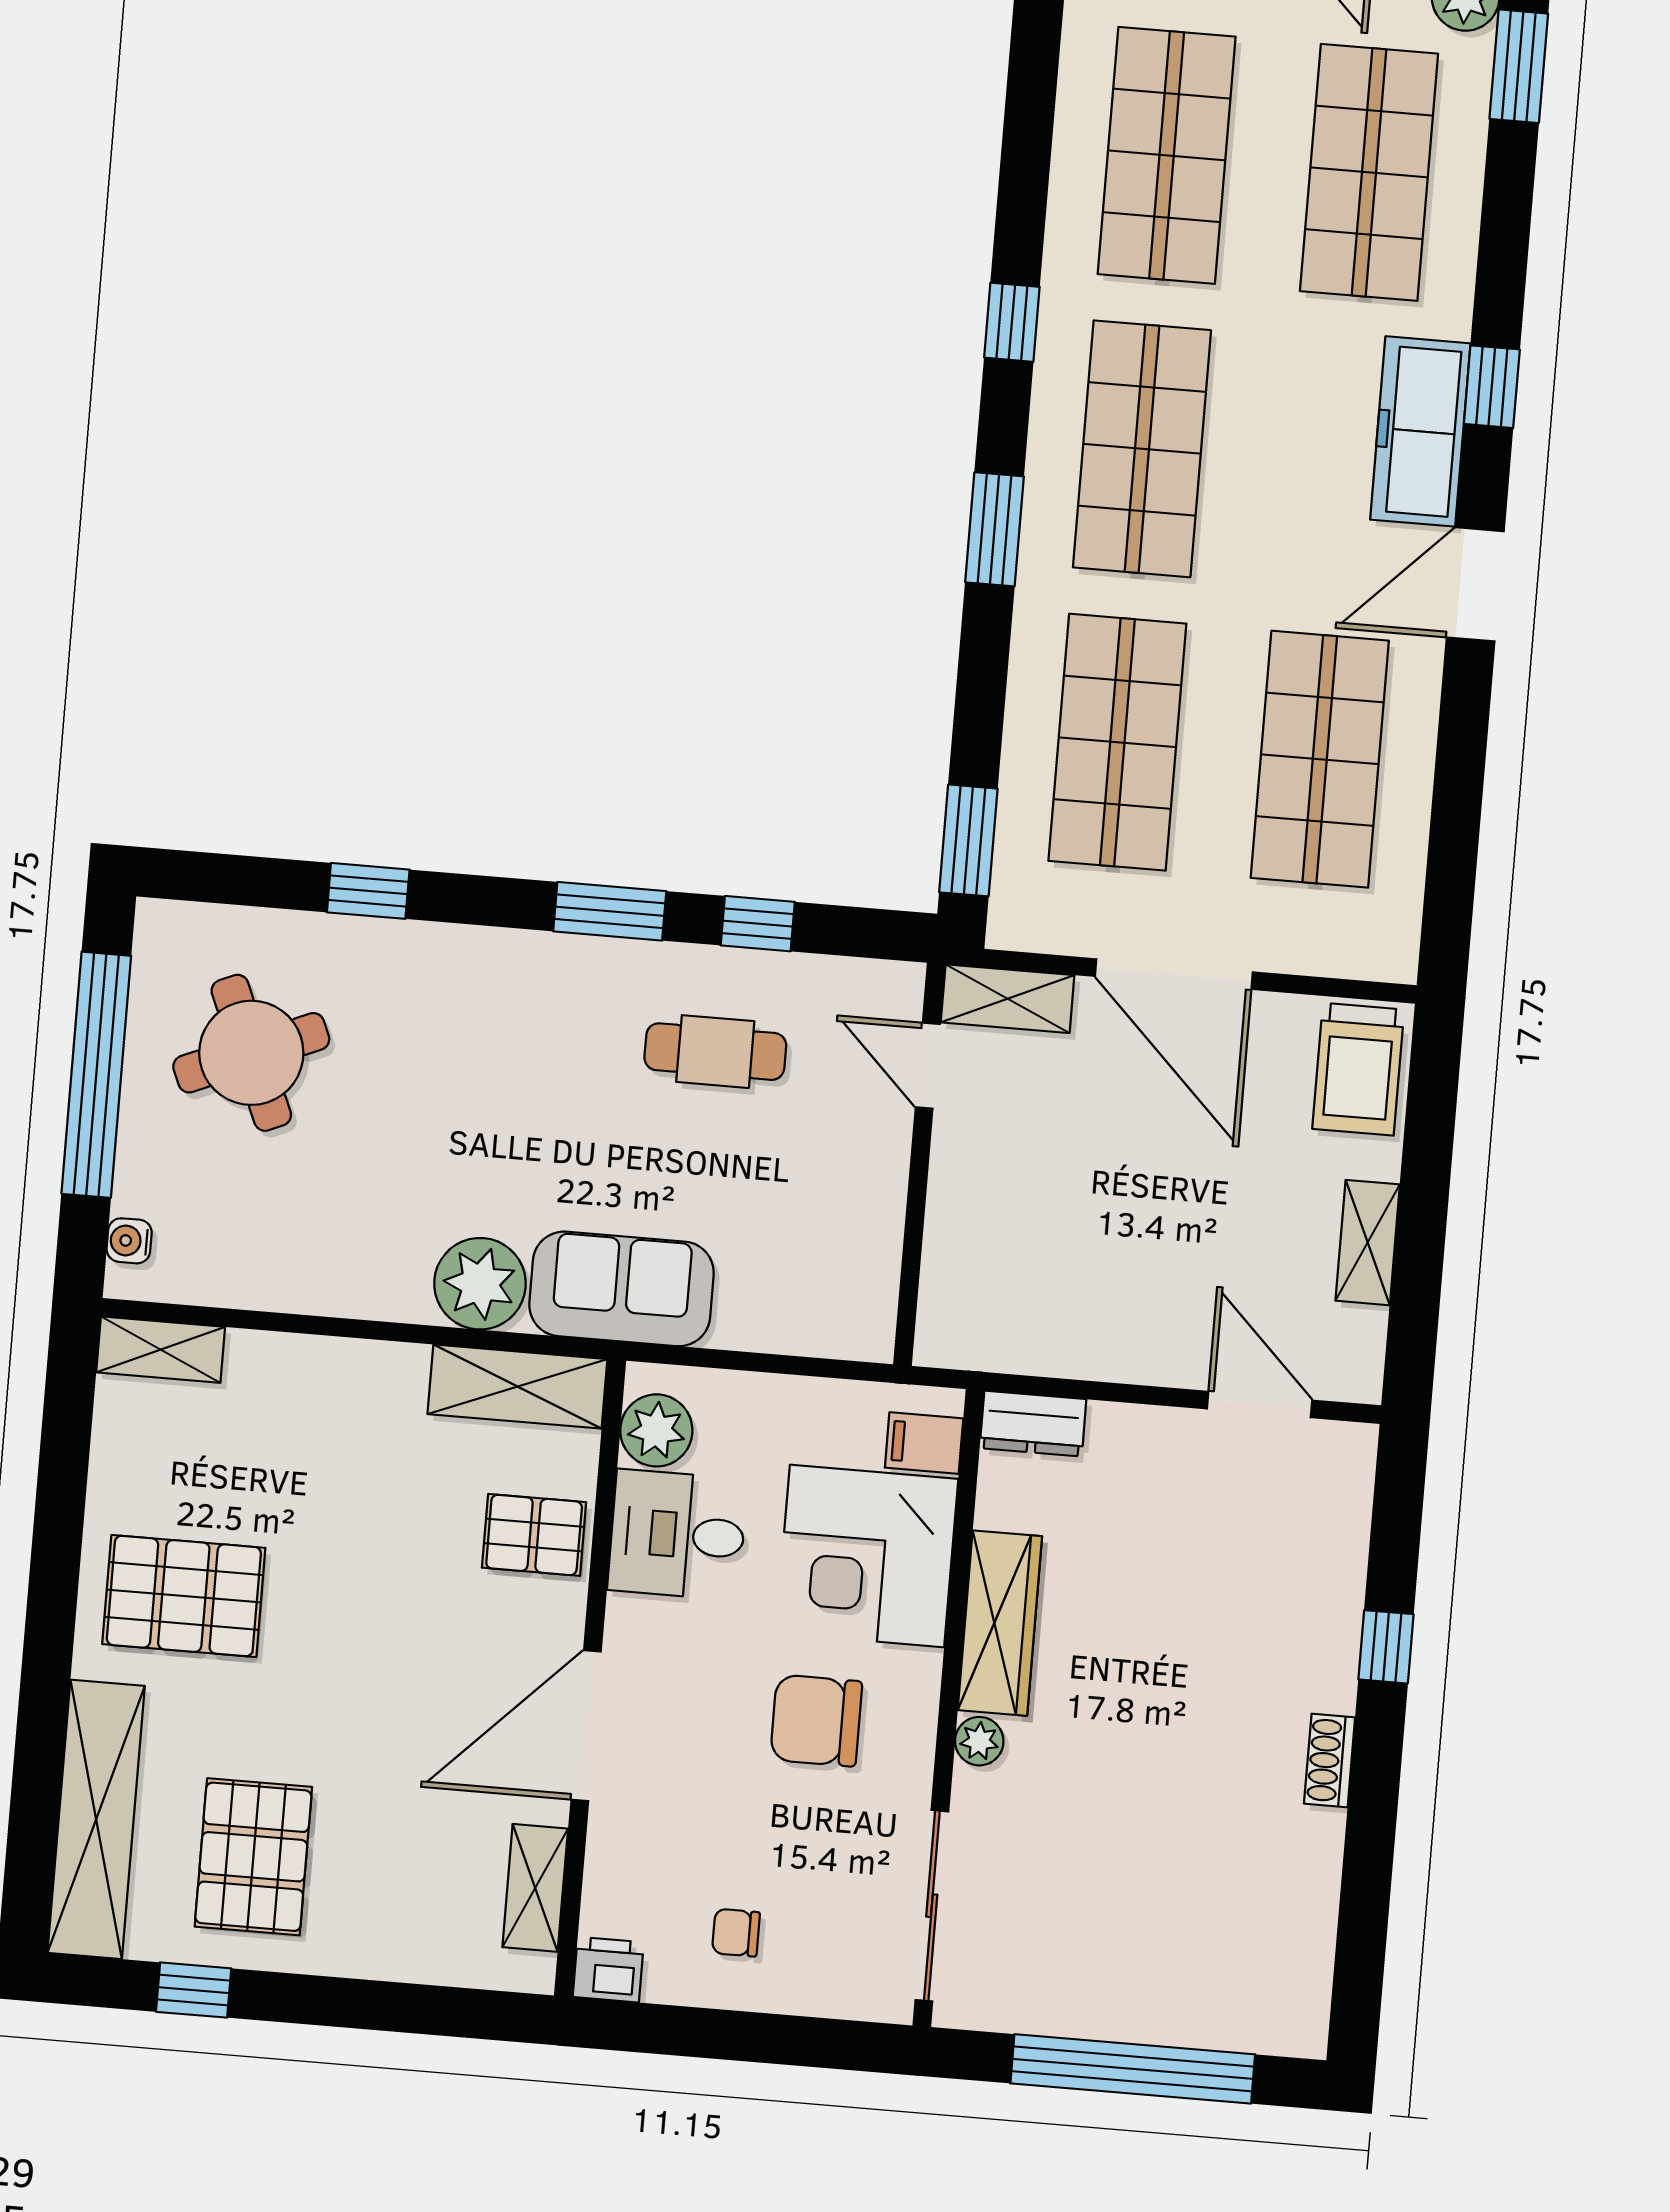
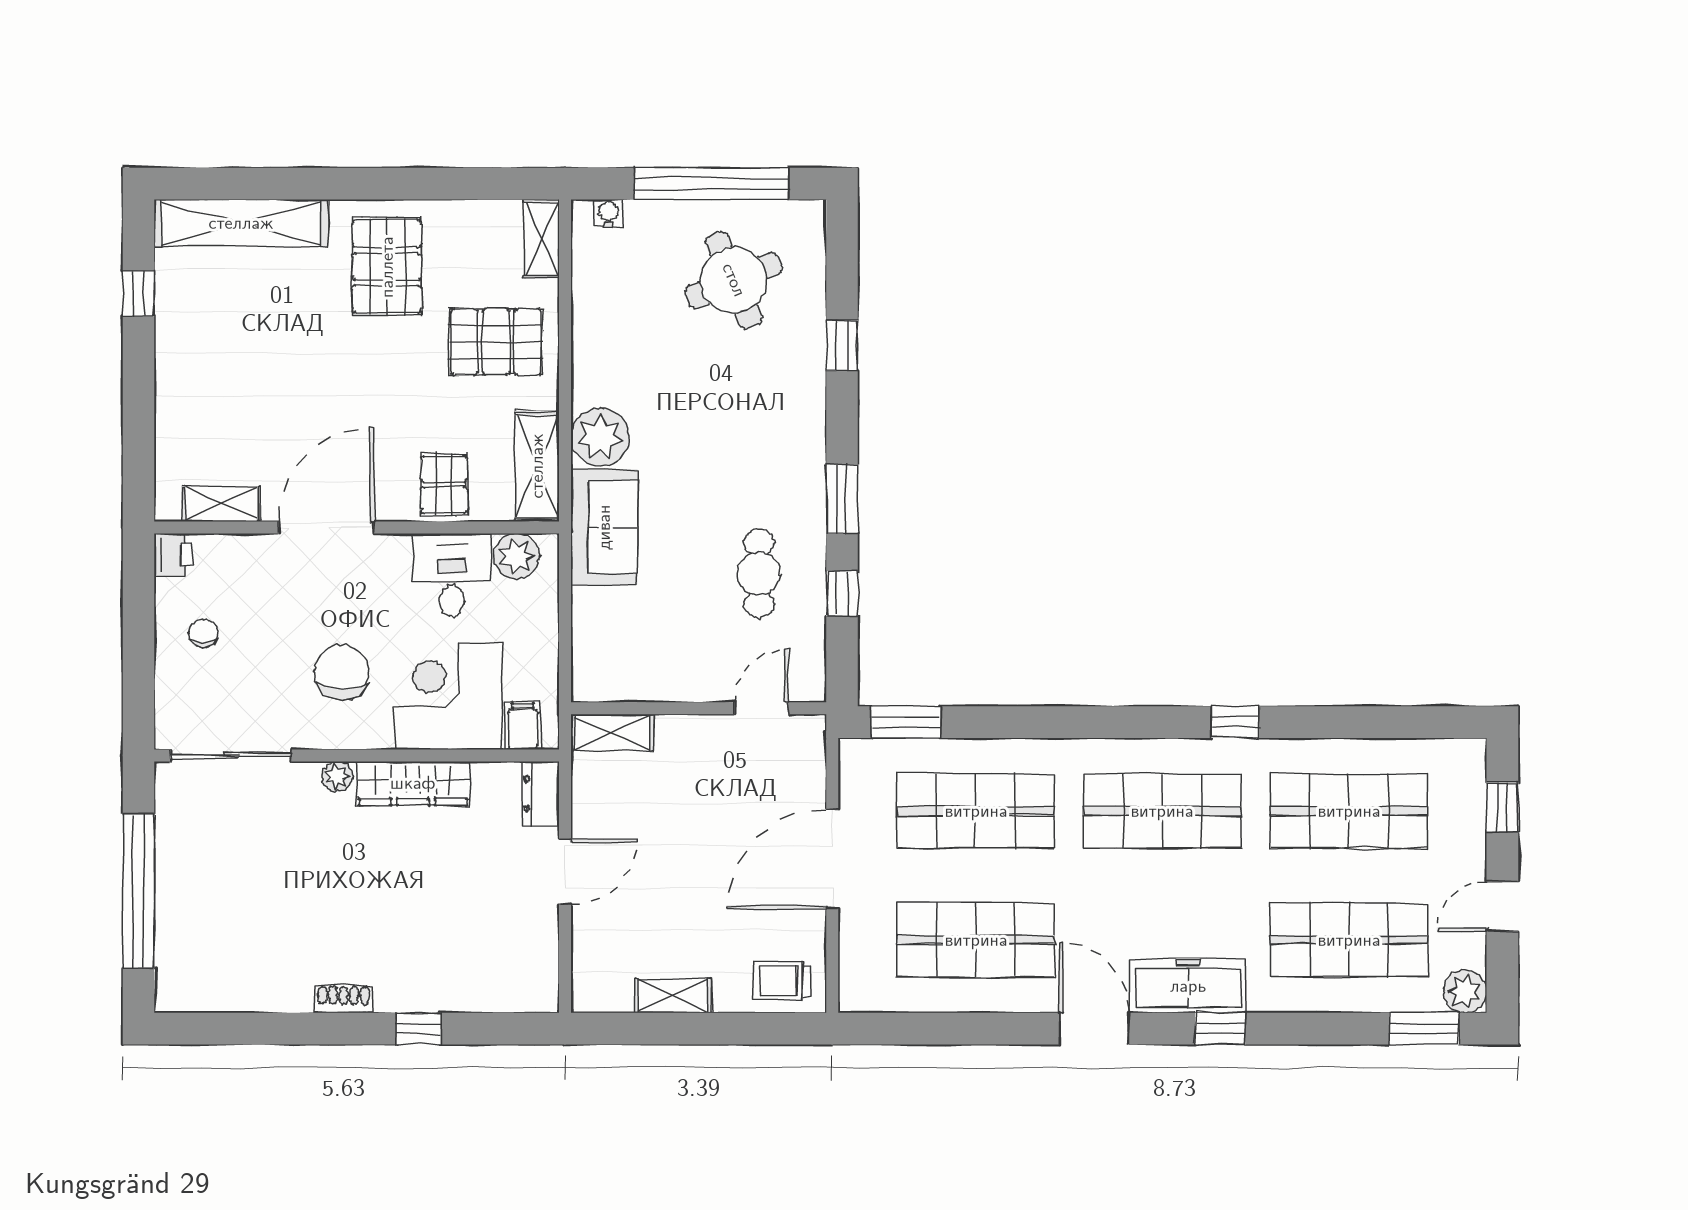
window: (994, 529) -> (1104, 722), removed
shelving: (1008, 999) -> (612, 733), moved, turned 90
trolley: (1358, 1069) -> (782, 980), width x0.73, depth x0.72
door: (1260, 1404) -> (565, 872), moved
door: (586, 1726) -> (326, 527), hinge flipped
pallet: (253, 1857) -> (496, 342), moved

